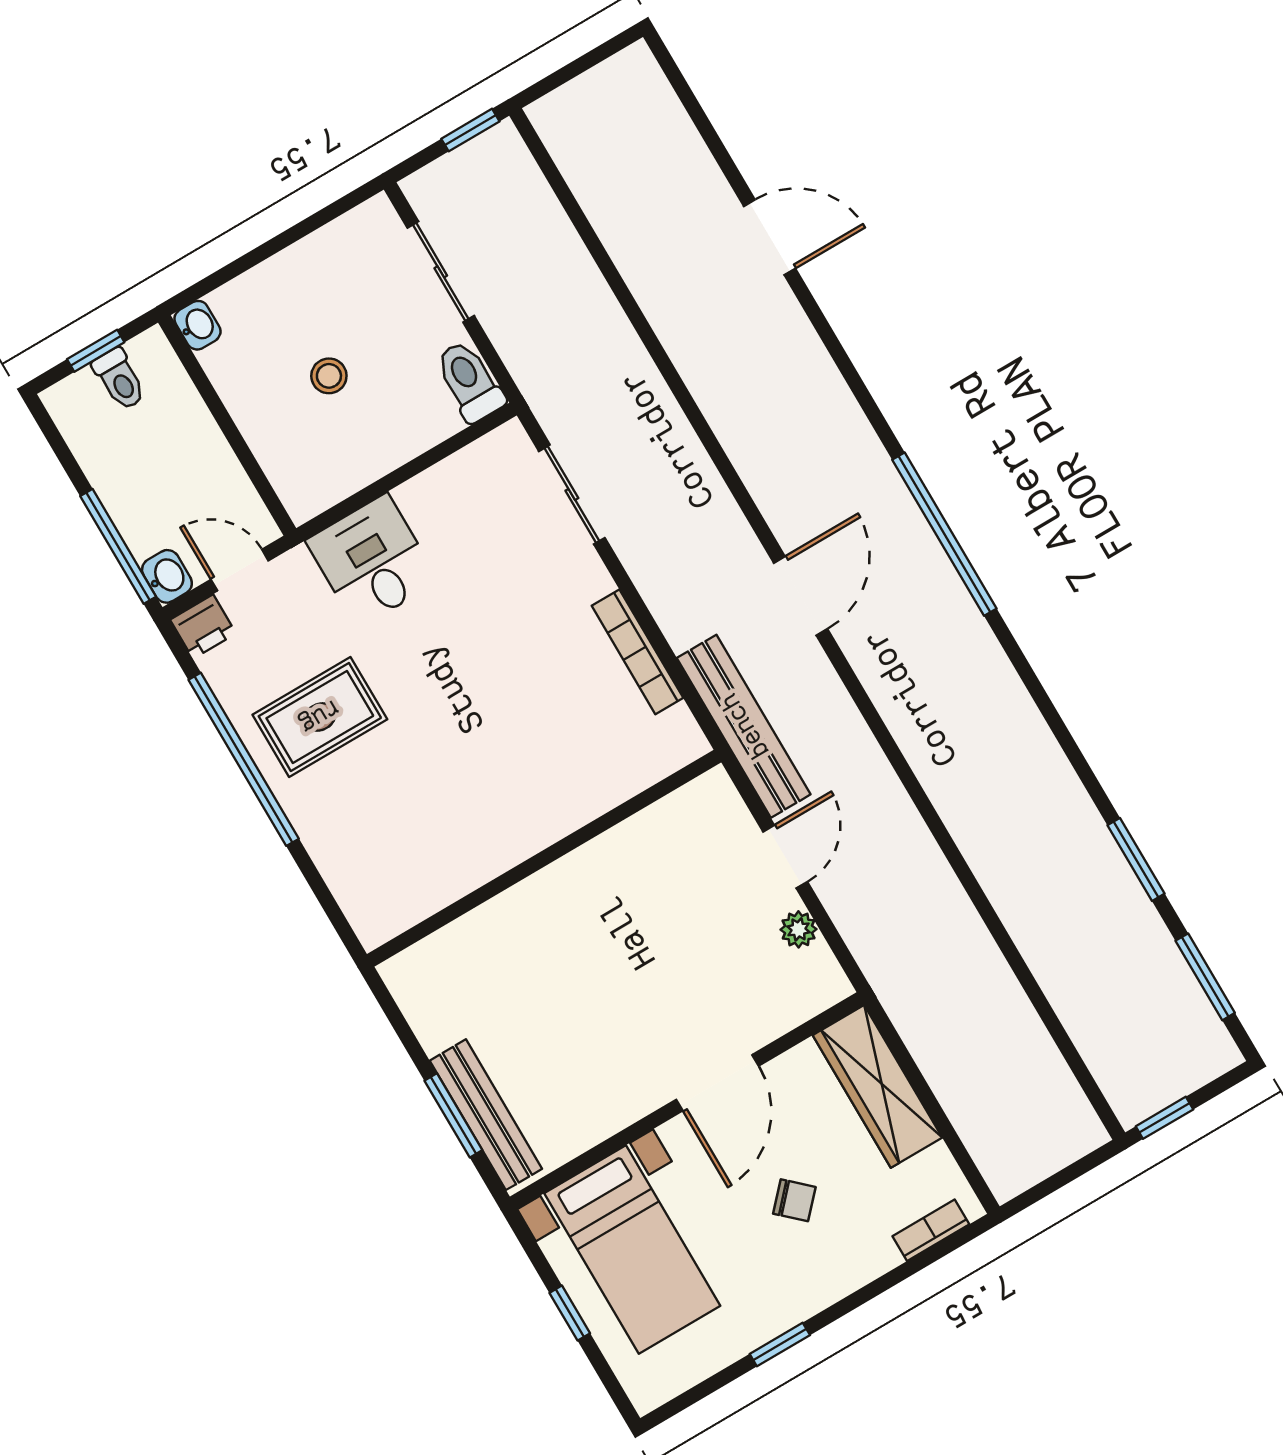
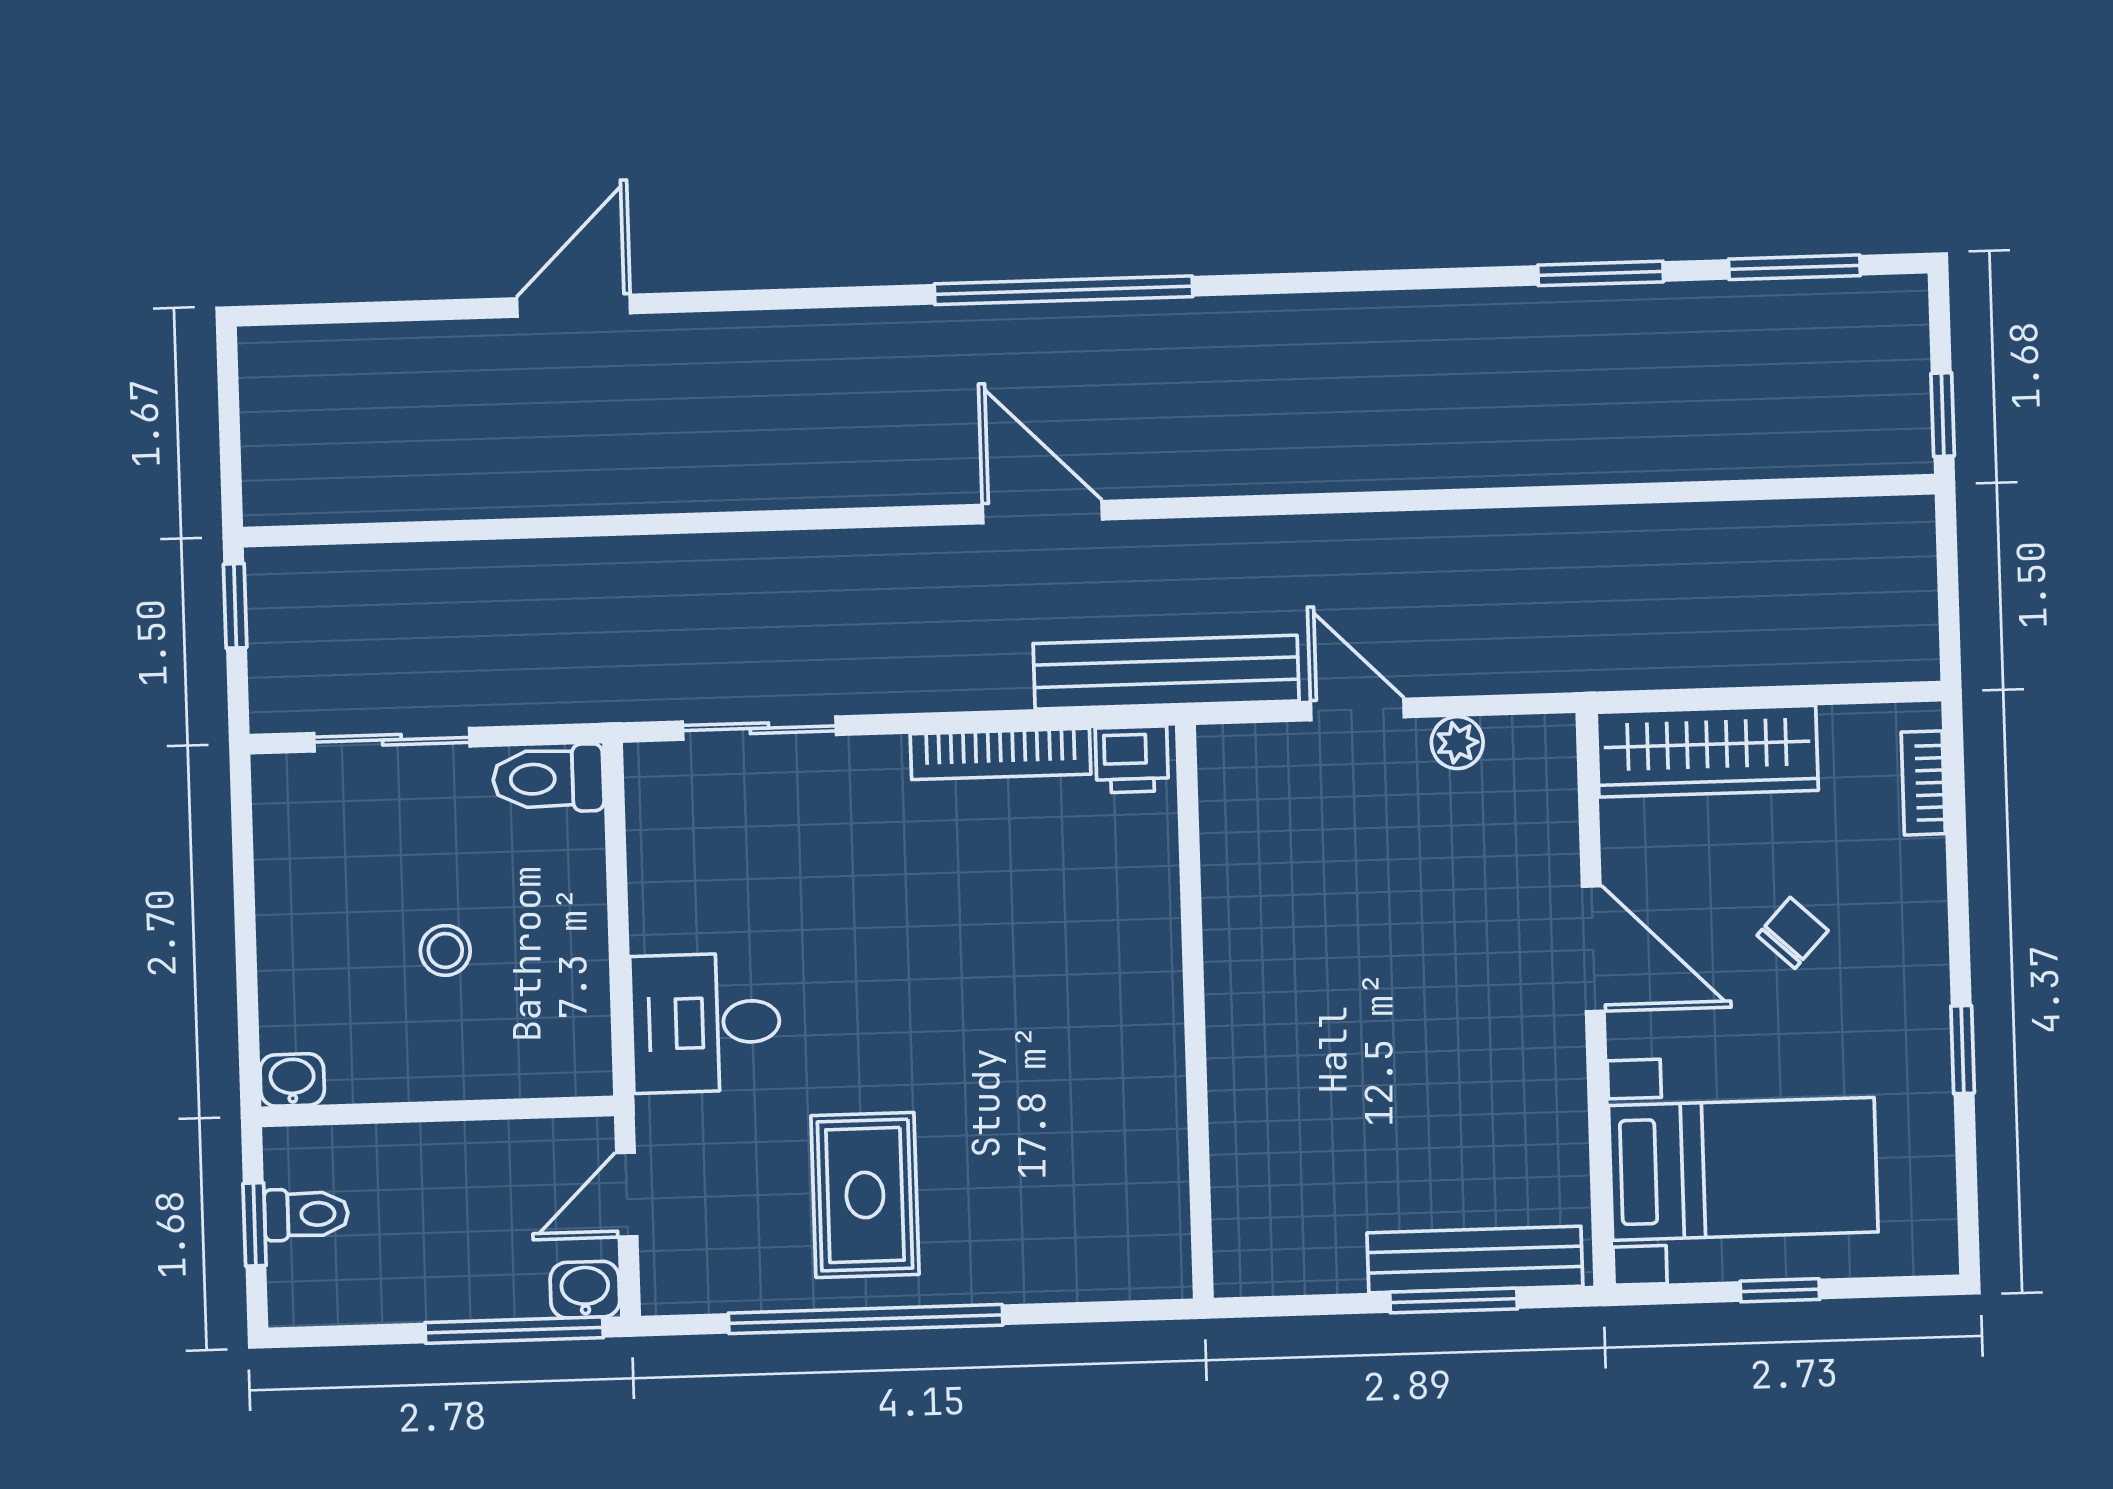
printer: (203, 627) -> (1132, 759), moved, turned 90

